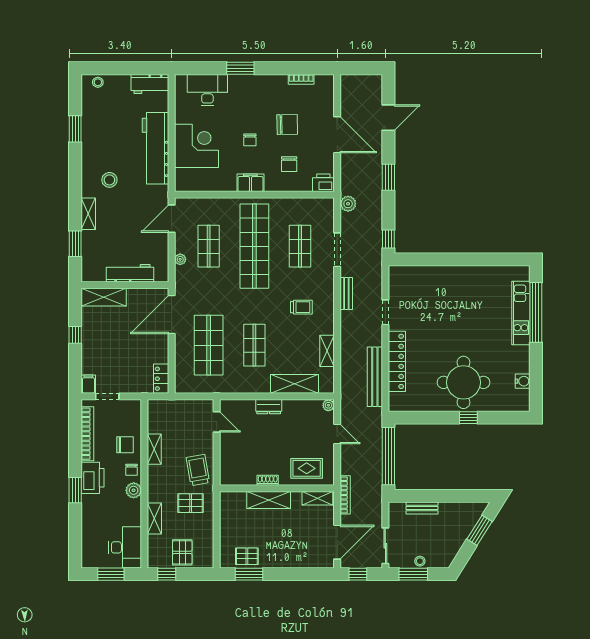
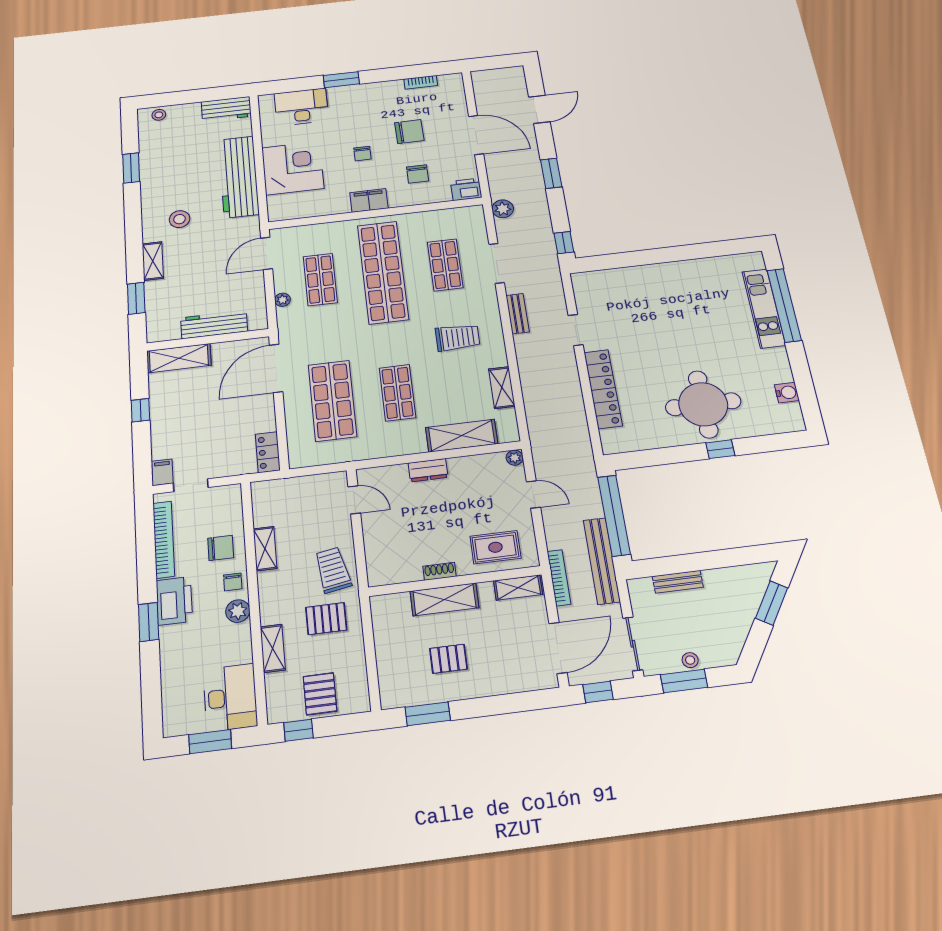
trolley: (301, 307) -> (458, 338), width x1.36, depth x1.39
bench: (375, 377) -> (602, 561), moved
pallet: (247, 556) -> (449, 659), moved

